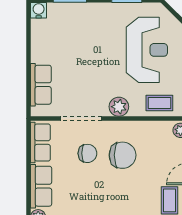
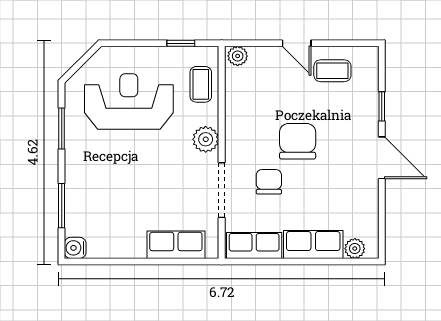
chair: (123, 155) -> (298, 141), moved

